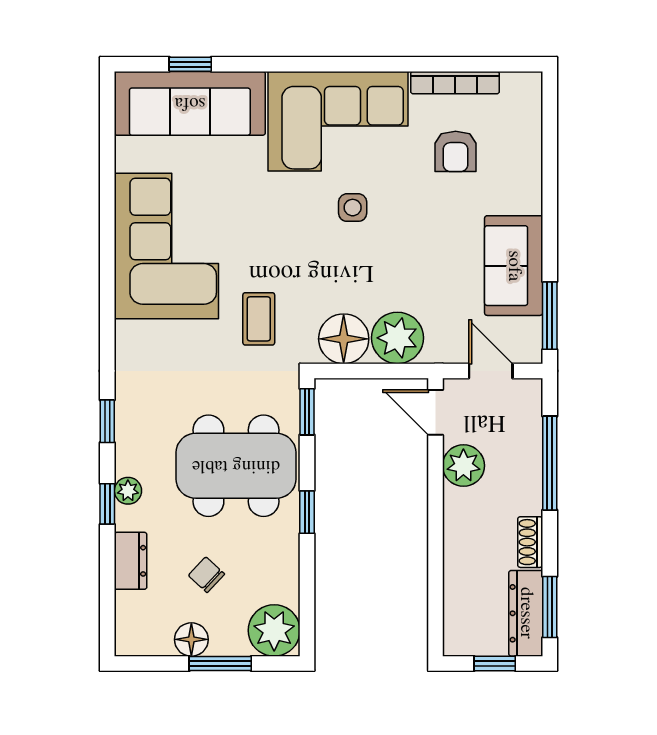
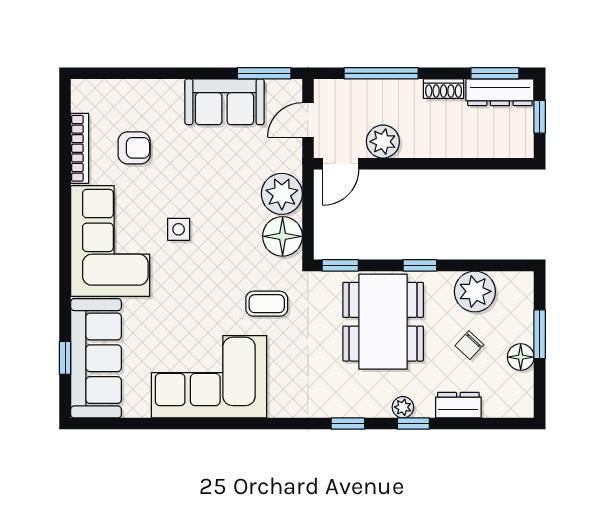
plant: (274, 630) -> (475, 291), moved

